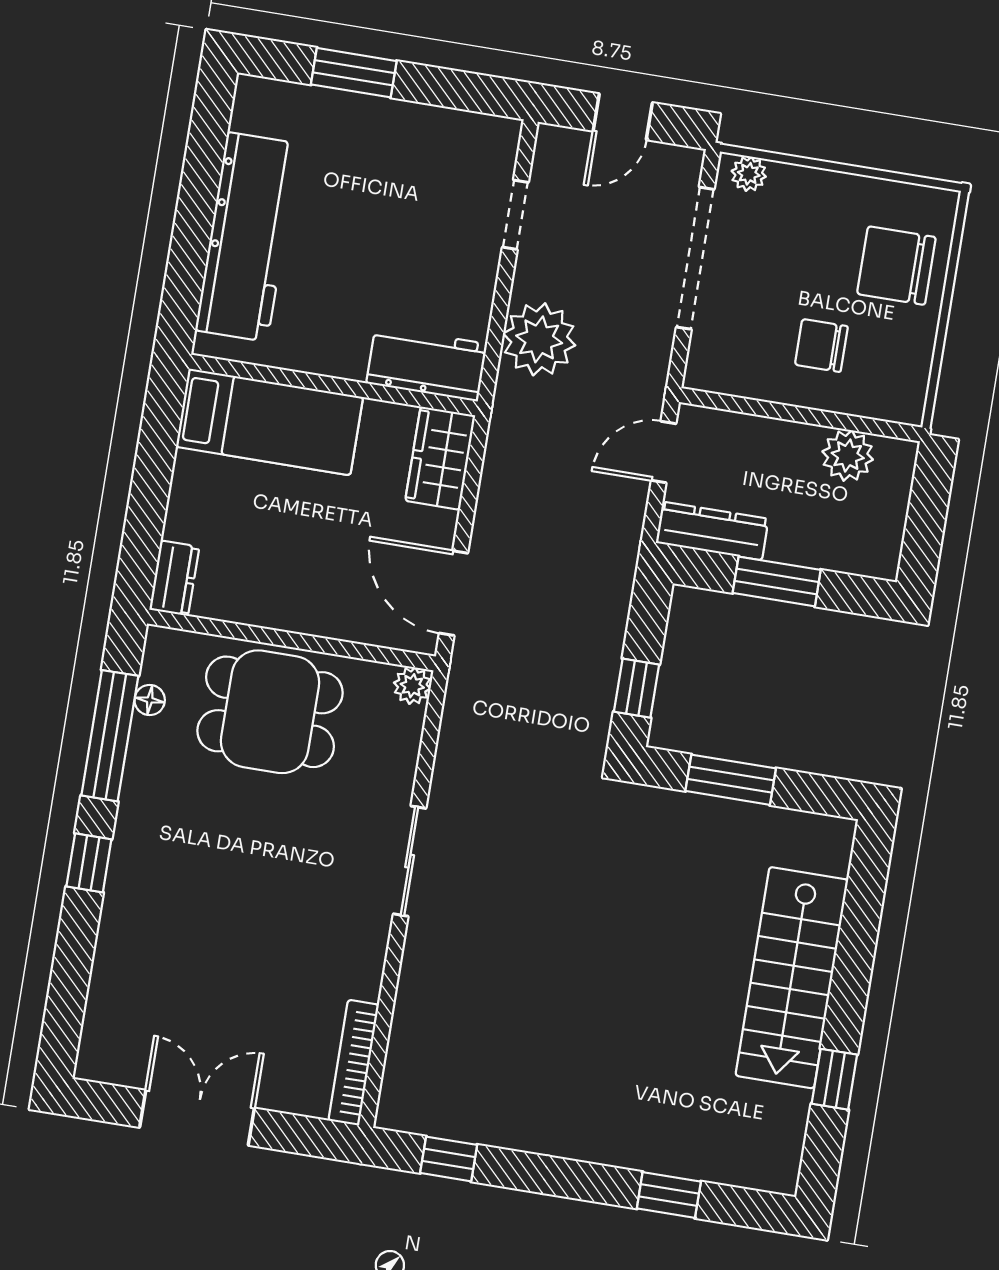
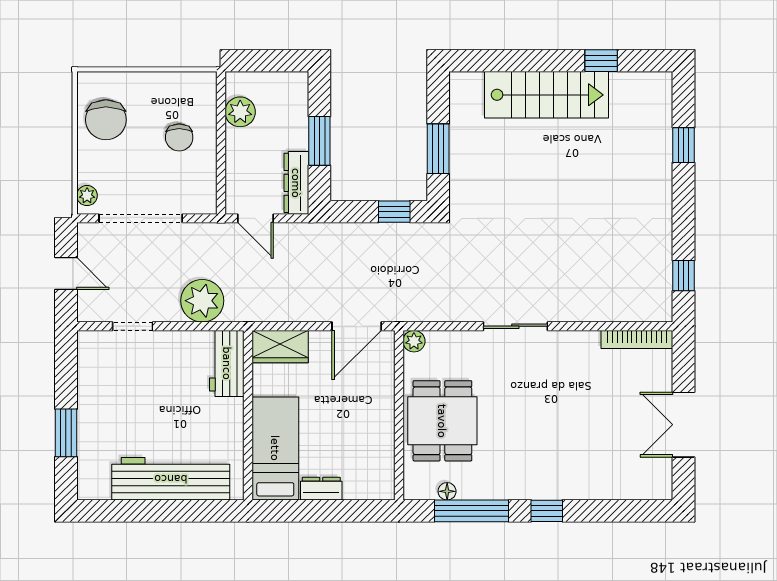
chair: (896, 266) -> (106, 120), moved
dresser: (174, 578) -> (321, 489), moved

